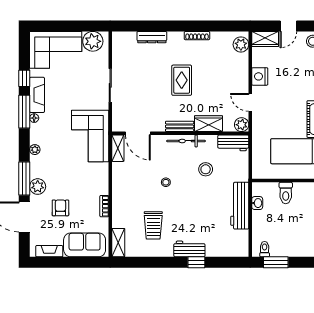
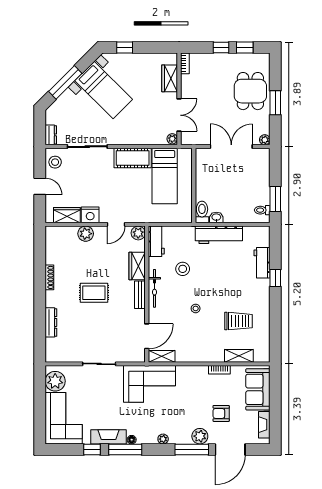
wardrobe: (265, 39) -> (67, 215), moved, turned -90
plant: (241, 44) -> (86, 234), moved
toilet: (286, 193) -> (202, 212), moved, turned -90
shelving: (118, 243) -> (239, 356), moved
workbench: (189, 249) -> (262, 263), moved

